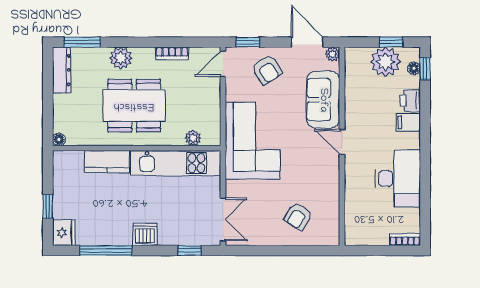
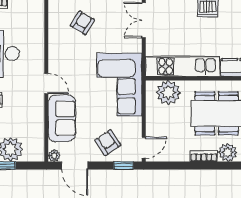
bookcase: (172, 53) -> (204, 156), moved
plant: (193, 138) -> (168, 93), width x1.87, depth x1.87

